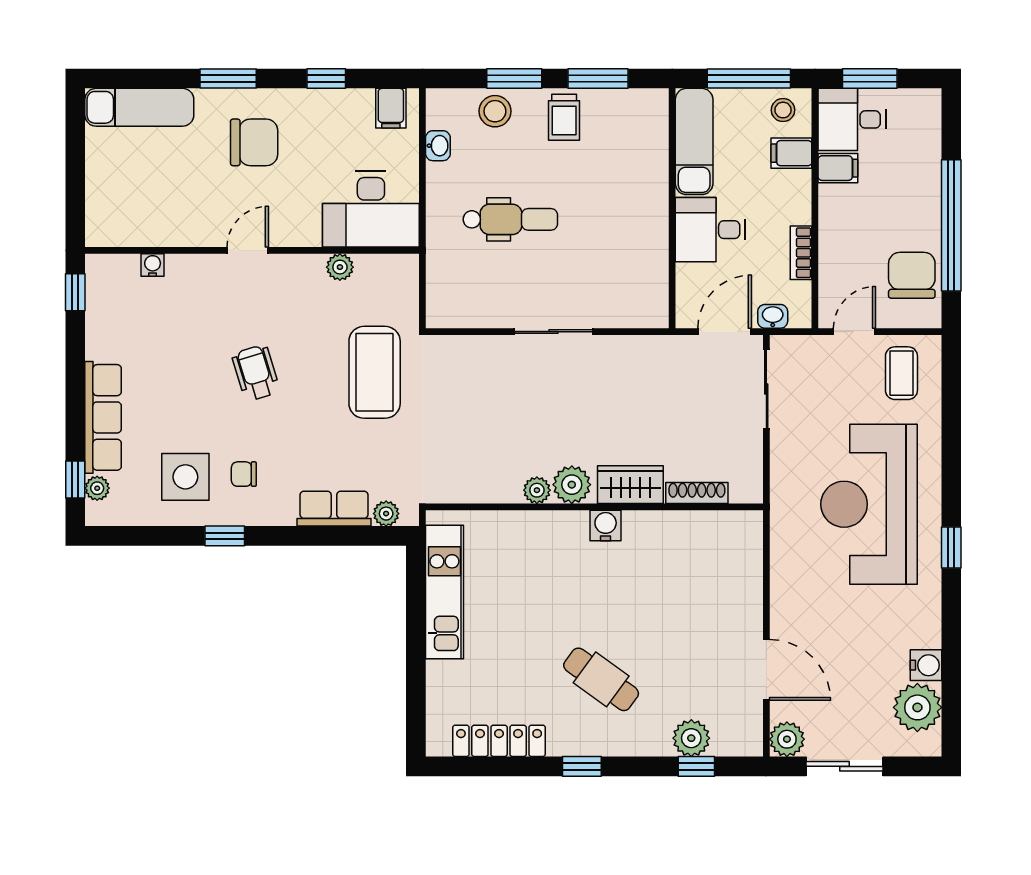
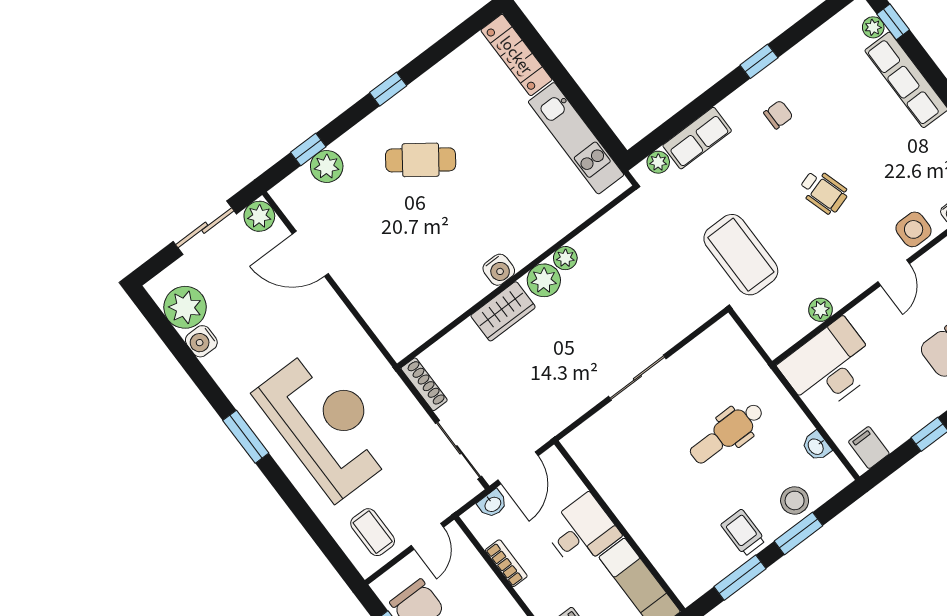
side table: (185, 477) -> (914, 229), moved, width x0.73, depth x0.73
shoe rack: (697, 493) -> (424, 384), moved, turned -90
window: (951, 548) -> (246, 437), width x1.50
locker: (499, 741) -> (516, 55), moved, turned 90

